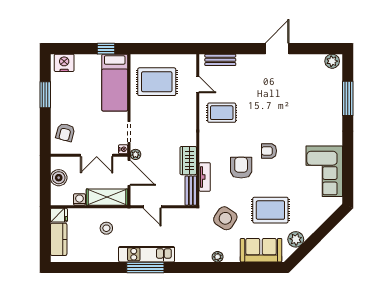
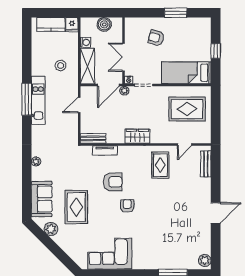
window: (106, 49) -> (216, 51), moved
door: (277, 49) -> (216, 213), hinge flipped
nightstand: (64, 63) -> (203, 29), removed
rug: (157, 82) -> (187, 109), turned 90
armchair: (65, 132) -> (156, 38), moved
wardrobe: (188, 161) -> (137, 136), moved
side table: (225, 218) -> (69, 168), removed

